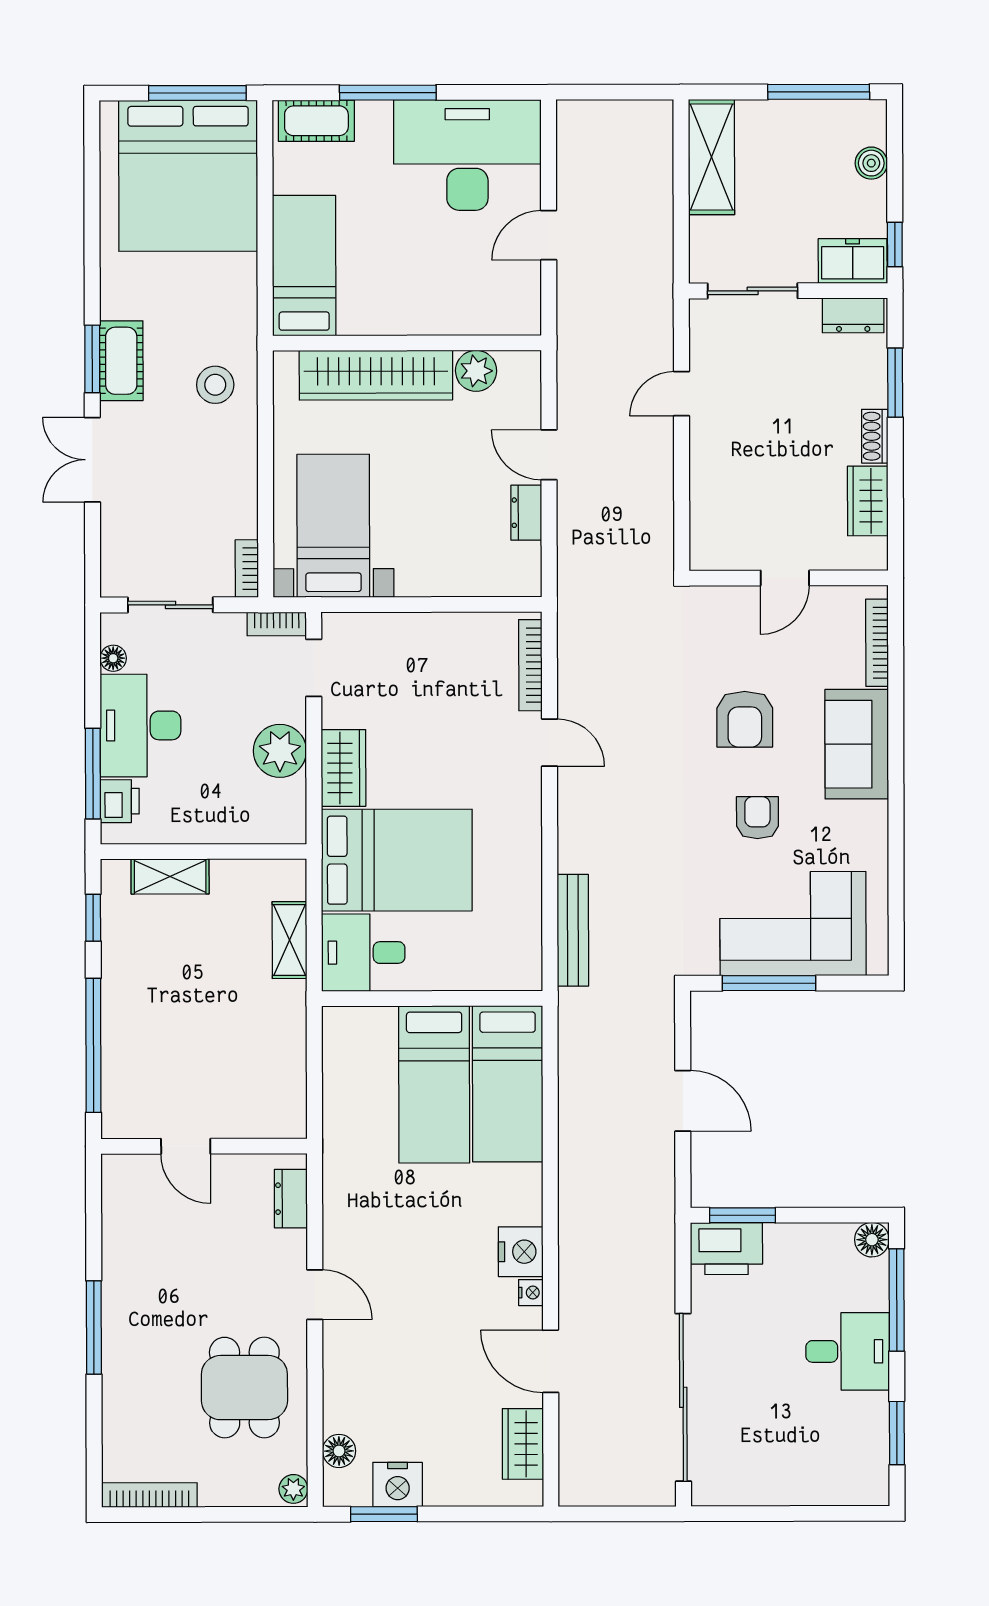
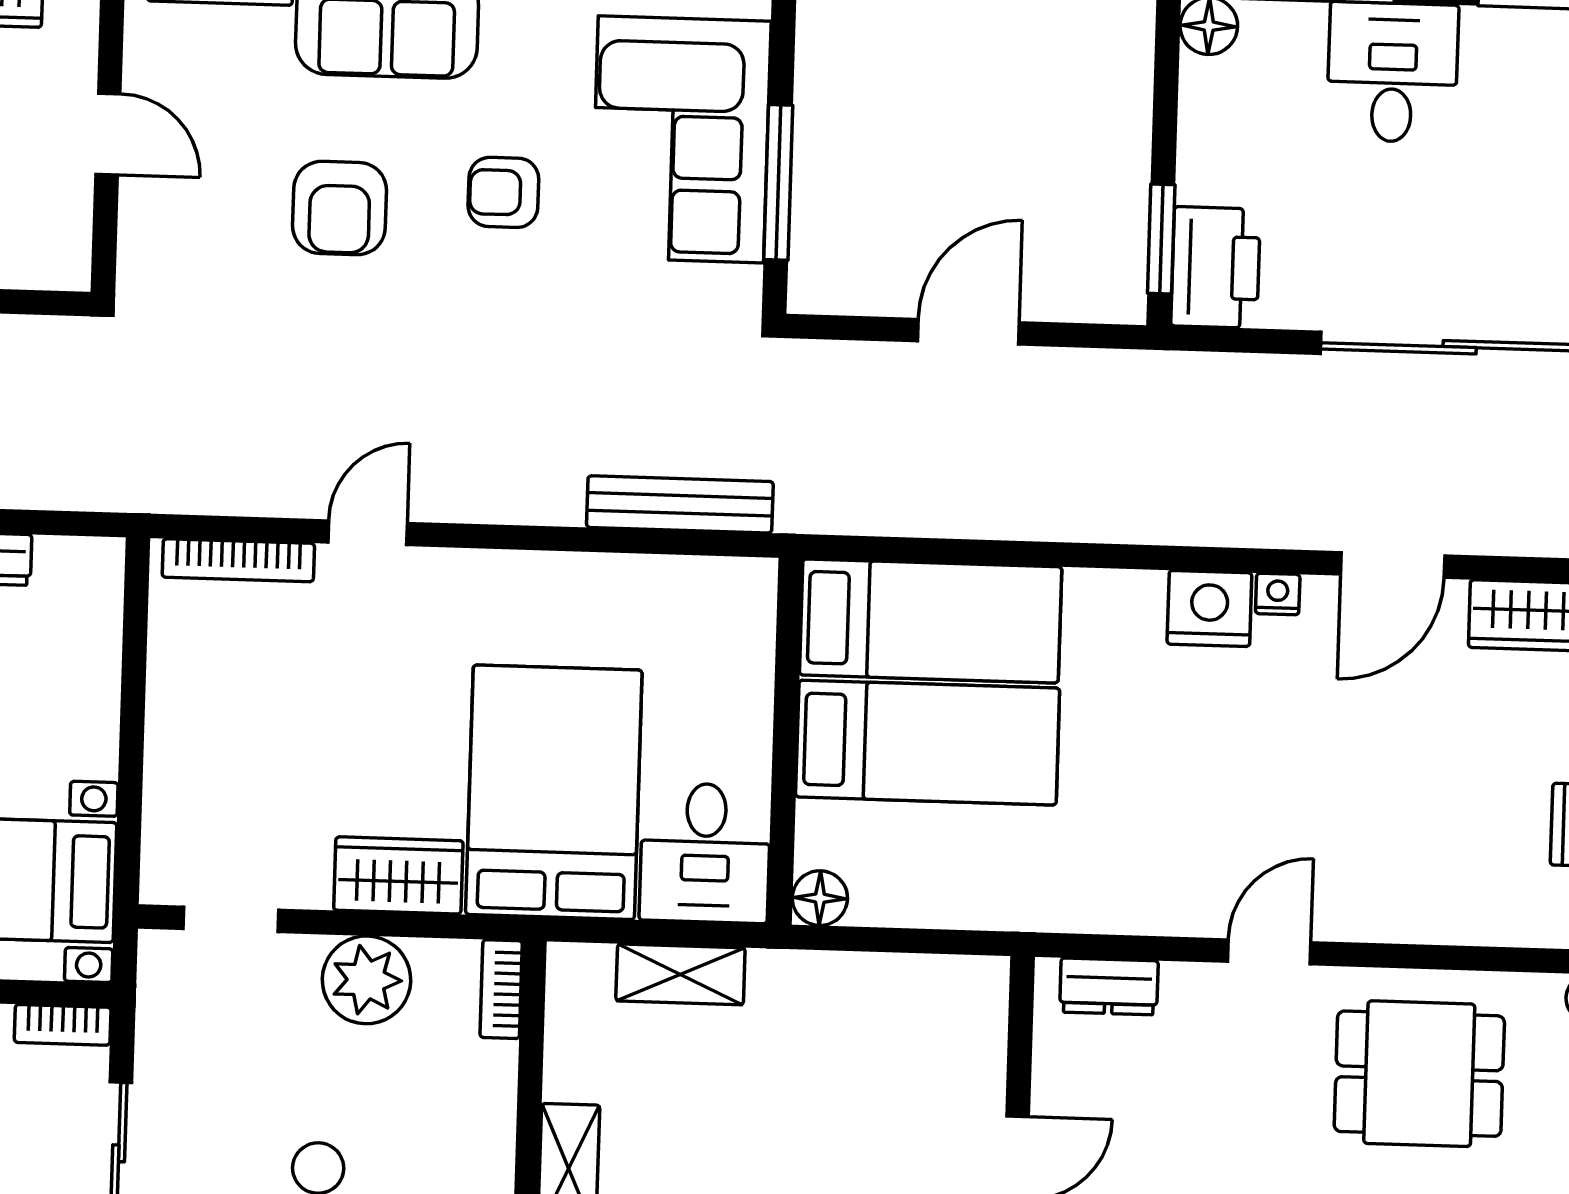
bookcase: (277, 624) -> (501, 989), moved, turned 180
armchair: (745, 719) -> (340, 208), turned 90
floor lamp: (339, 1451) -> (820, 898), moved

